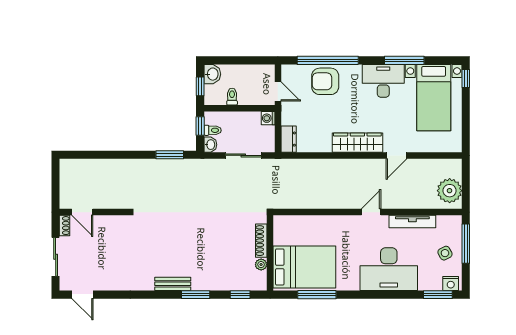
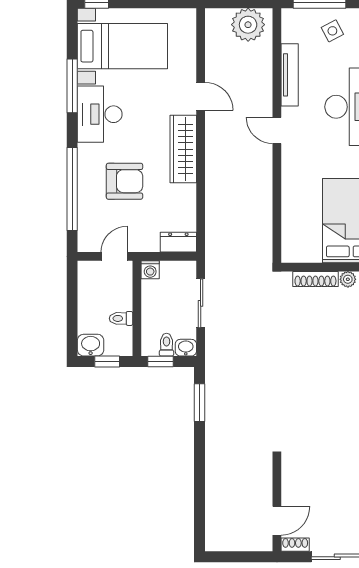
armchair: (325, 81) -> (125, 181), moved, turned -90

